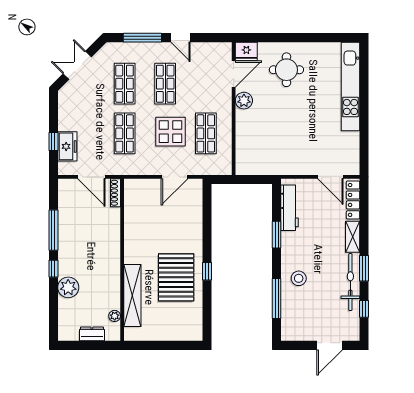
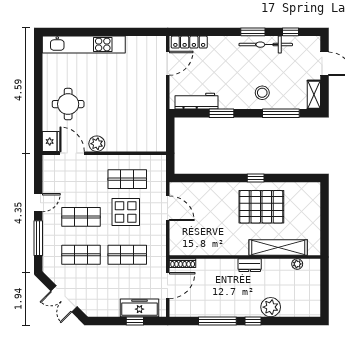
freezer: (67, 146) -> (139, 308), width x1.40
shelving: (353, 237) -> (314, 95), moved, turned 90
dresser: (92, 334) -> (250, 265), moved, turned -90

